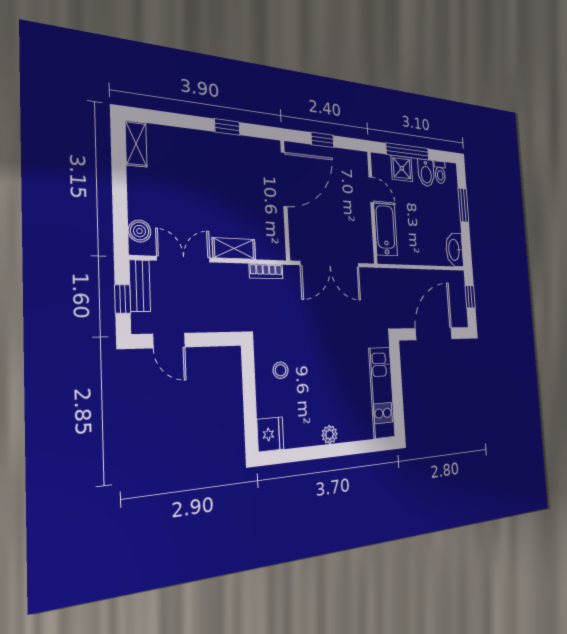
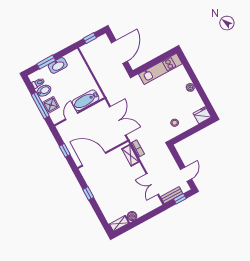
boiler: (140, 231) -> (132, 216), moved
shelving: (234, 248) -> (130, 155), moved
washbasin: (454, 250) -> (58, 65), moved
door: (434, 334) -> (119, 52), swing flipped

